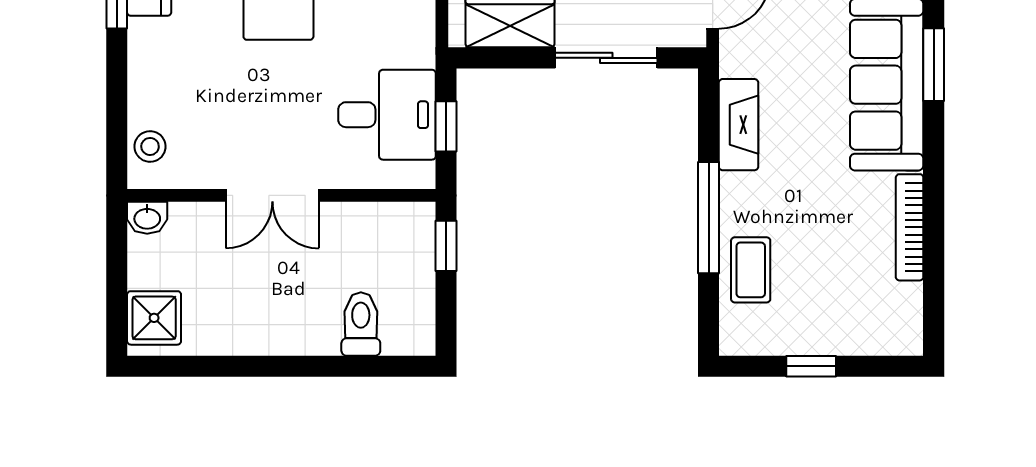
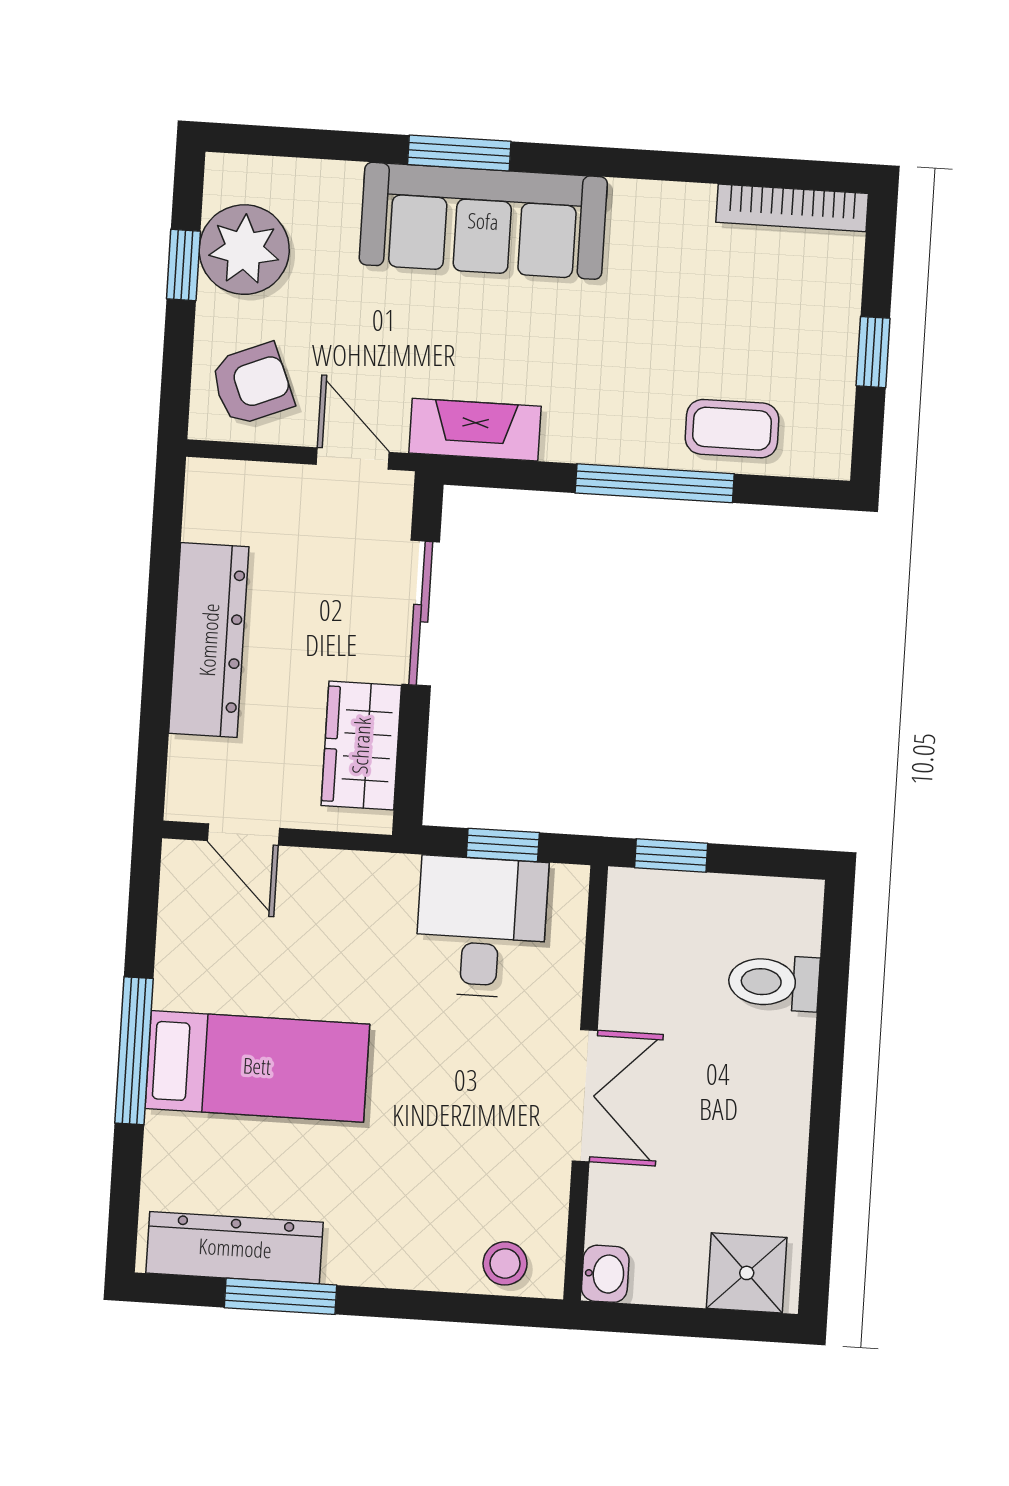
fireplace: (739, 125) -> (475, 430), moved
bookcase: (910, 227) -> (792, 208), moved

